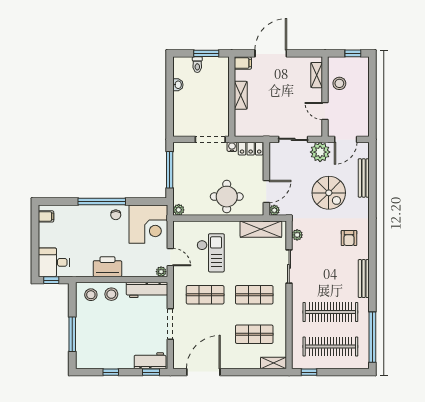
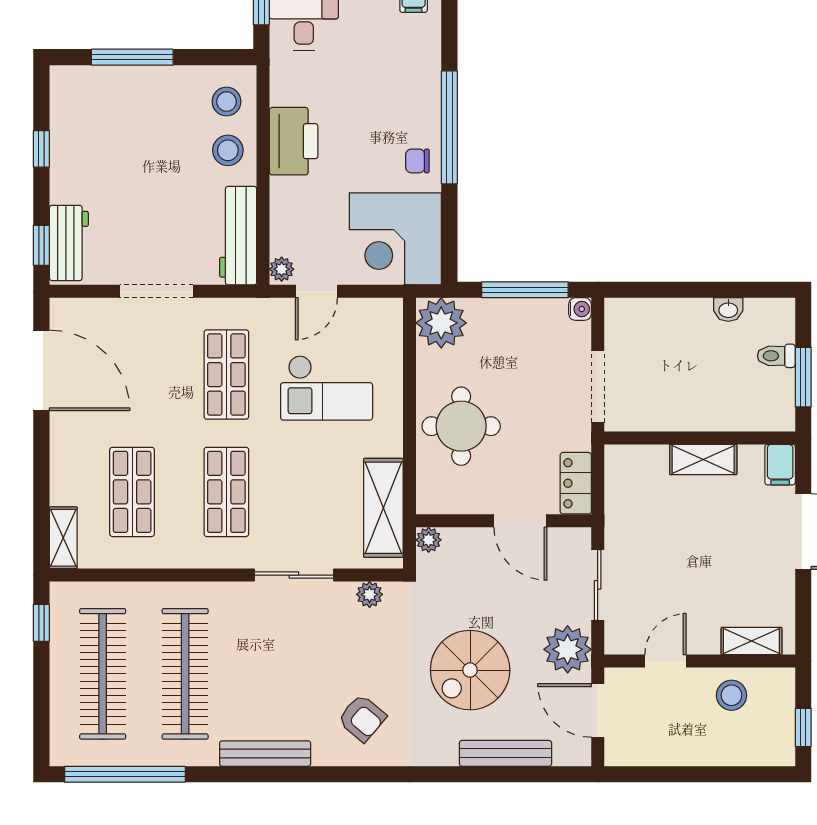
water cooler: (232, 147) -> (580, 309), moved
door: (266, 192) -> (520, 521), moved
plant: (179, 210) -> (441, 323), width x1.88, depth x1.88
armchair: (349, 238) -> (362, 718), turned -140

